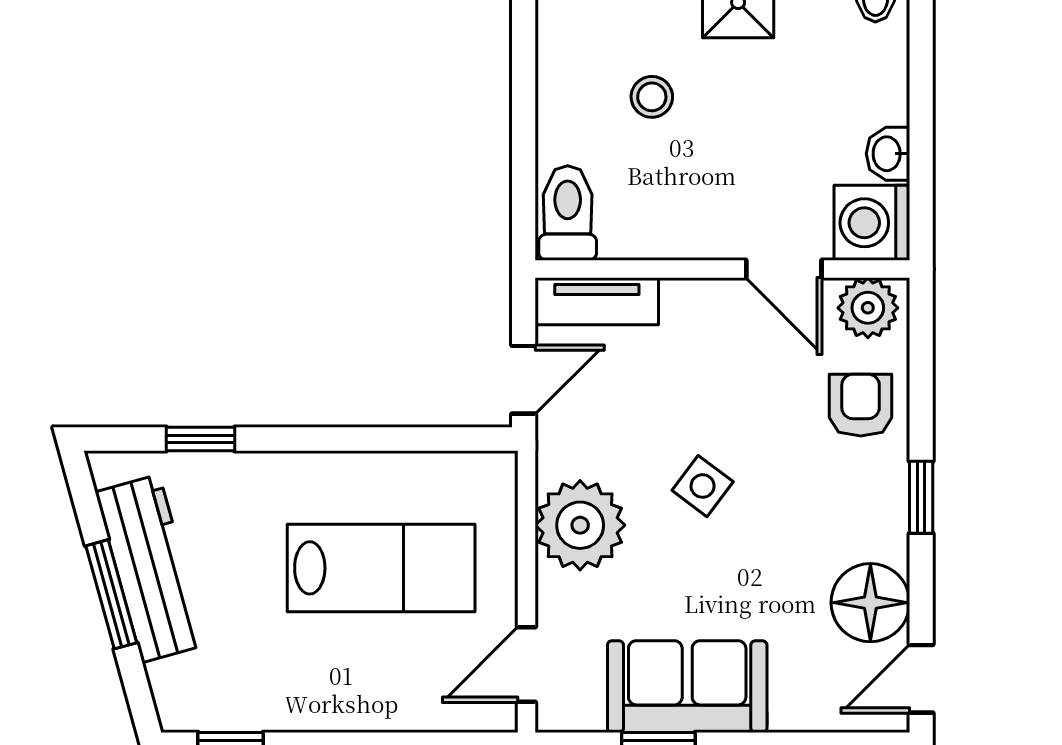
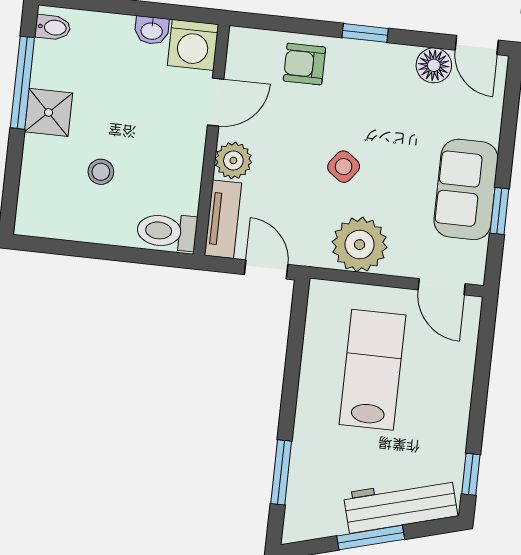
plant: (868, 308) -> (233, 160), moved
window: (200, 439) -> (281, 472), width x1.50
workbench: (151, 568) -> (400, 505), moved
floor lamp: (870, 603) -> (434, 65), width x0.73, depth x0.73

